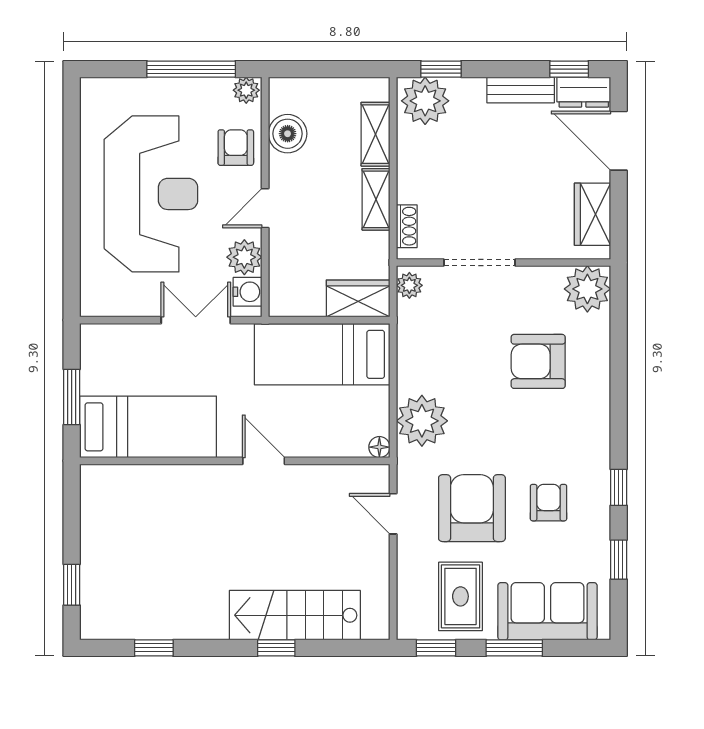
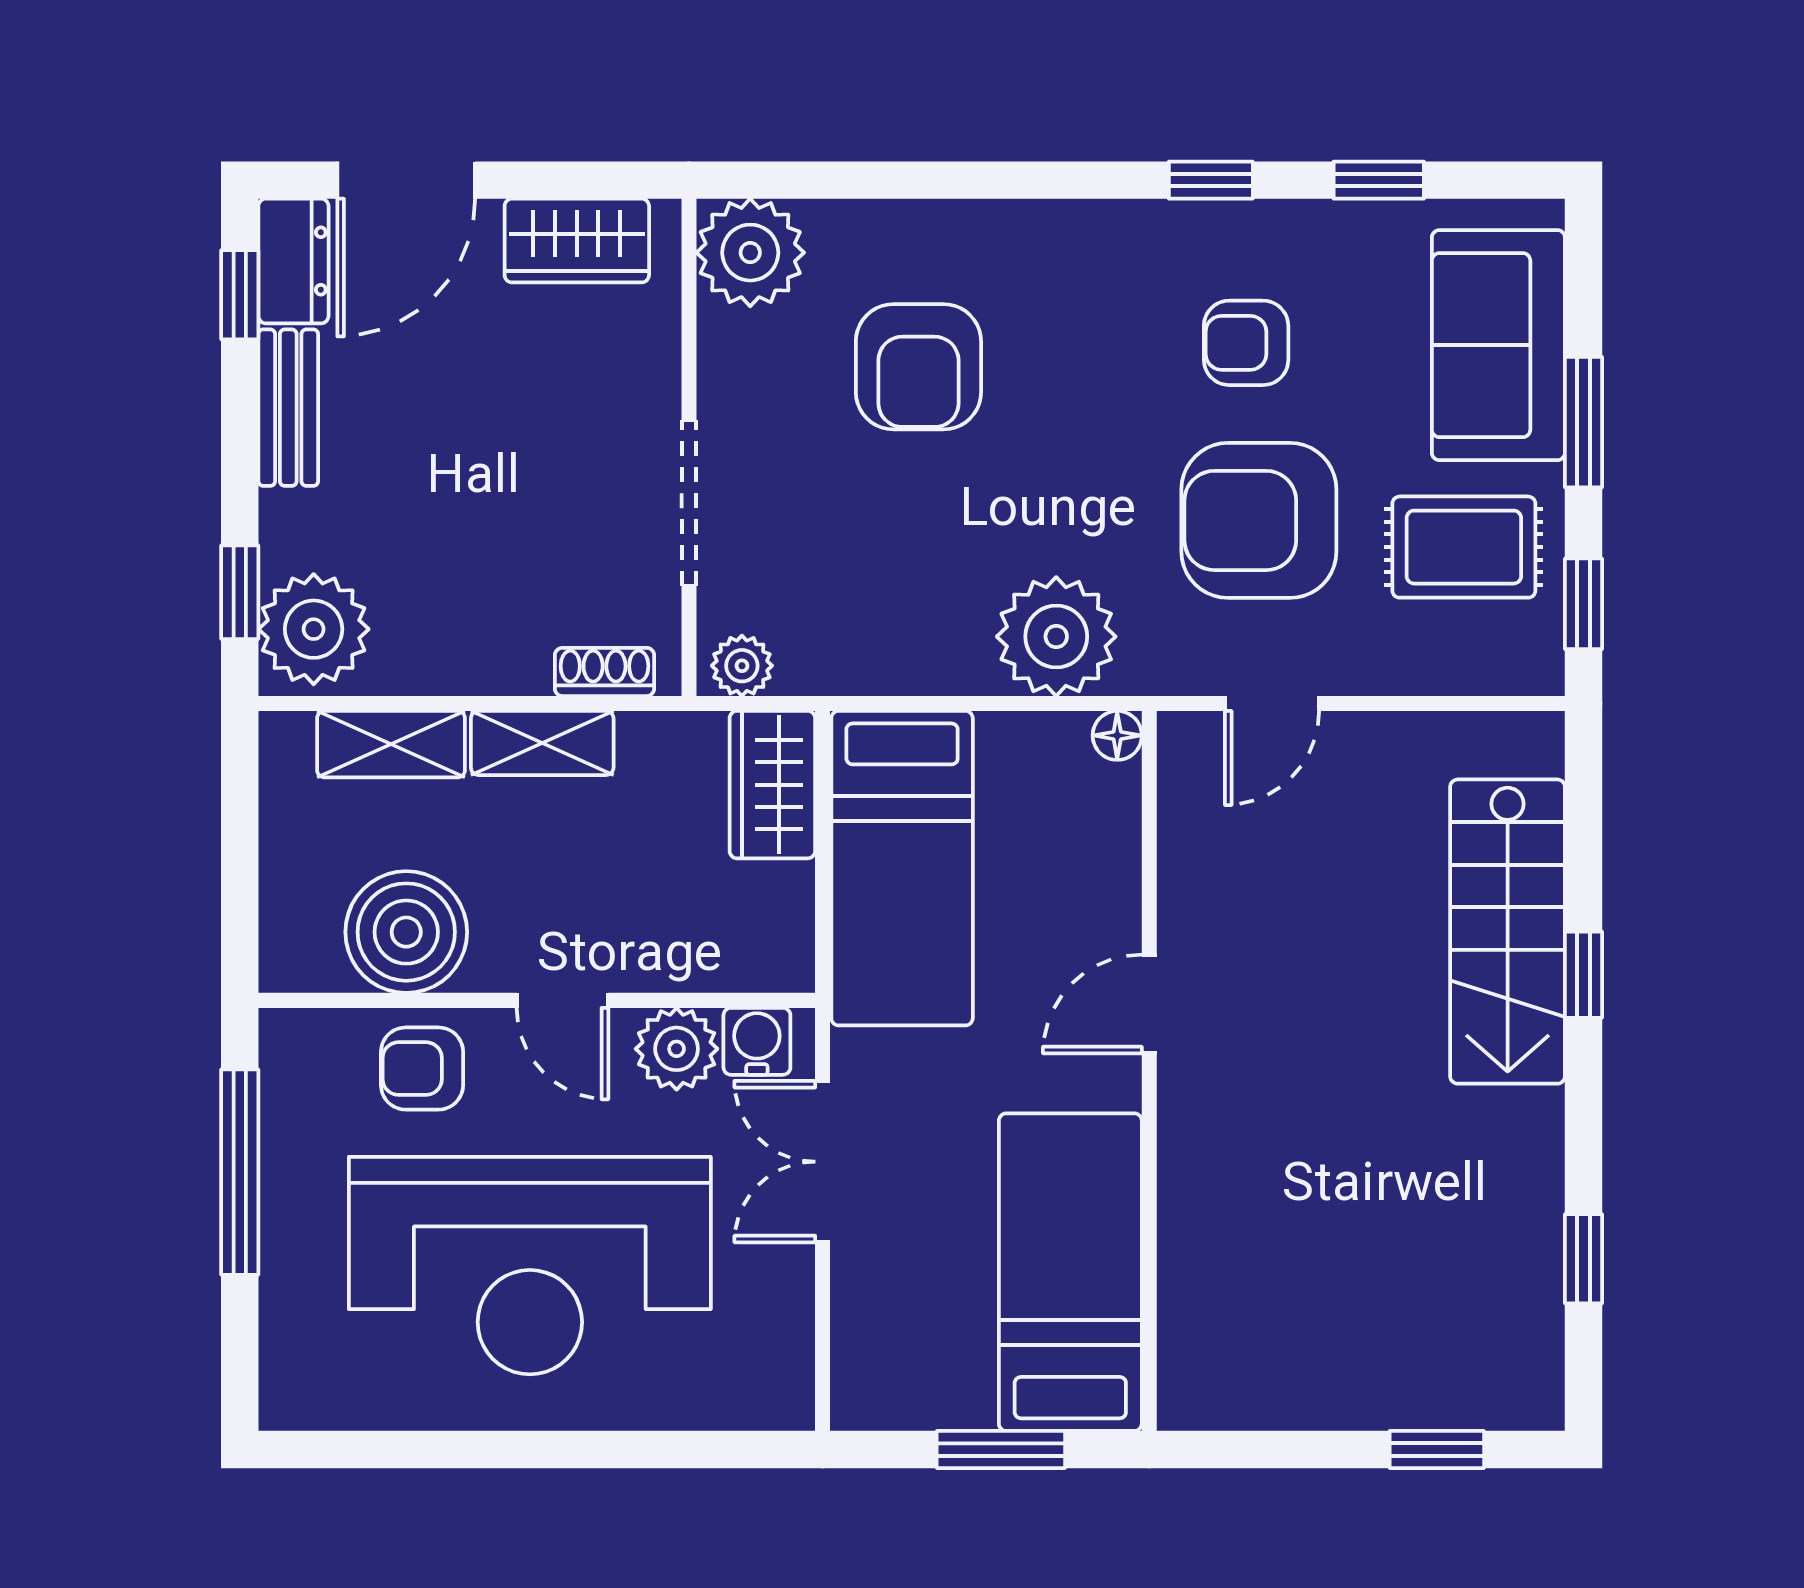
plant: (246, 90) -> (289, 1044), removed
boiler: (288, 134) -> (406, 932), width x1.37, depth x1.37
reception desk: (151, 194) -> (530, 1266), turned 180

